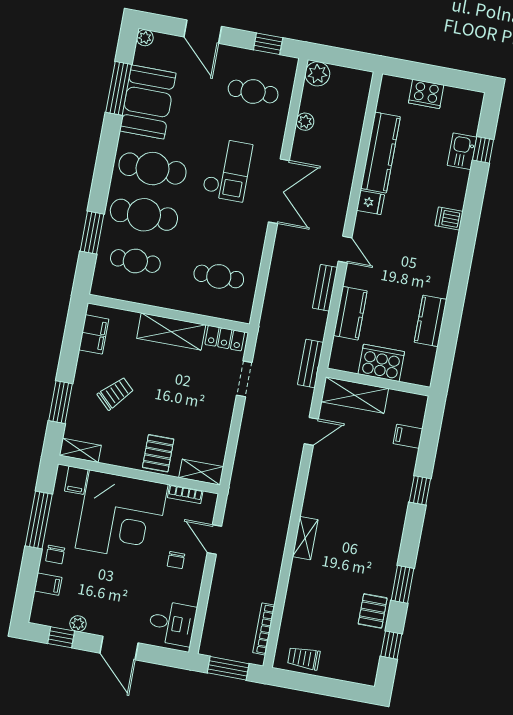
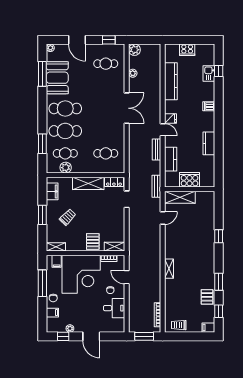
checkout: (227, 170) -> (101, 103), removed
fridge: (370, 202) -> (170, 118), moved
plant: (131, 290) -> (66, 168), added
kitchen counter: (431, 321) -> (209, 143), moved
window: (61, 402) -> (42, 215), moved
filing cabinet: (408, 436) -> (208, 328), moved
desk: (172, 623) -> (114, 308), moved

